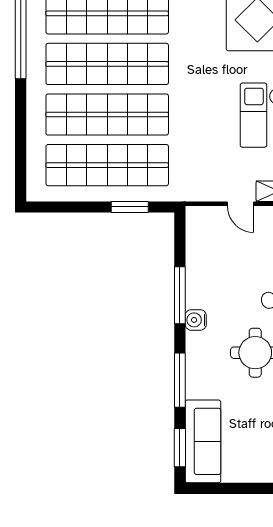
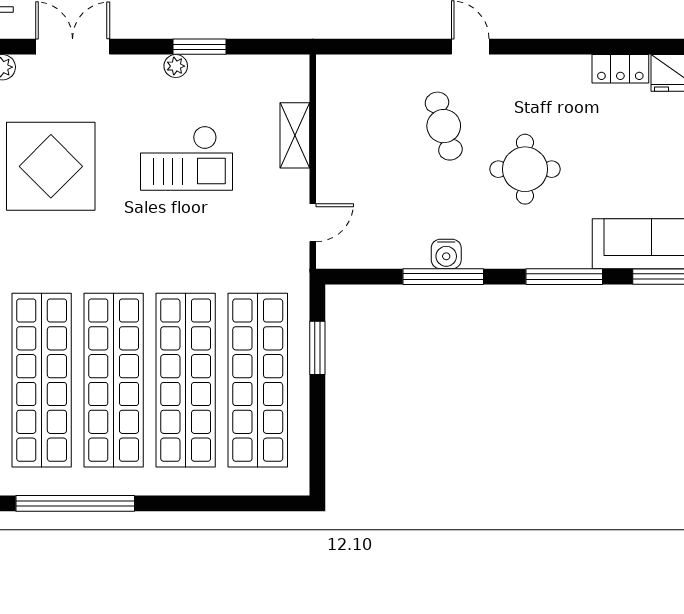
door: (241, 204) -> (313, 223), moved
water cooler: (196, 320) -> (446, 254), moved

